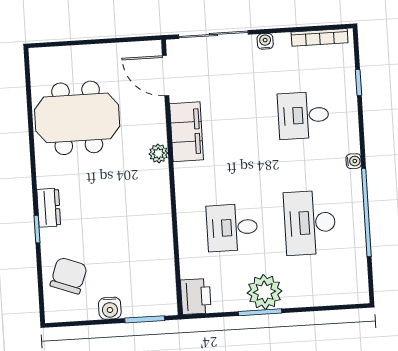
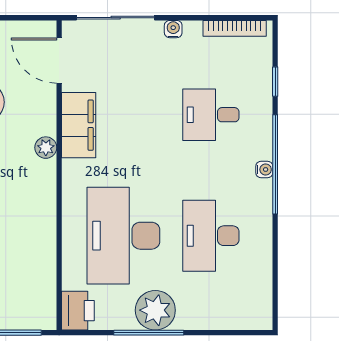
window: (366, 212) -> (275, 164), moved
desk: (232, 227) -> (123, 236), width x1.87, depth x1.30
window: (260, 312) -> (149, 333), width x1.44

